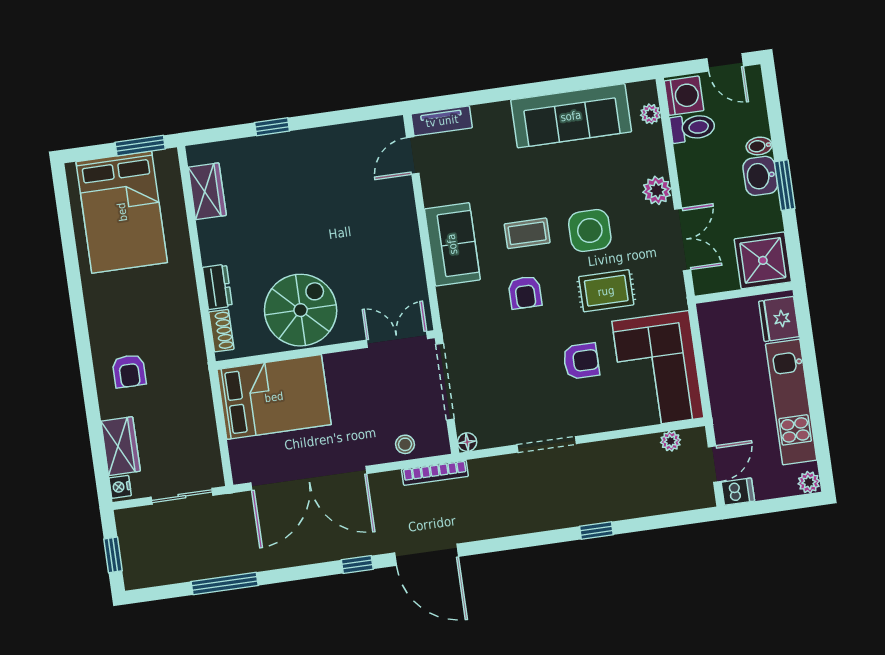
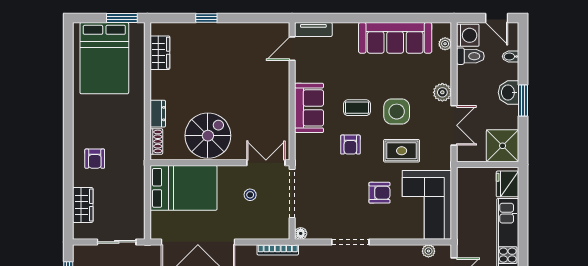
bidet: (759, 146) -> (510, 56), moved
stool: (405, 444) -> (250, 195), moved
nightstand: (120, 487) -> (79, 230), removed

